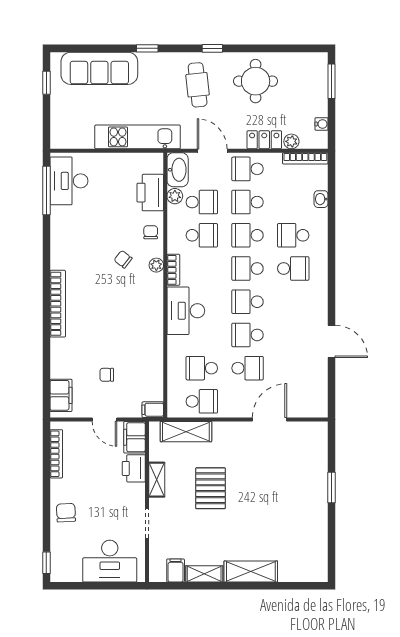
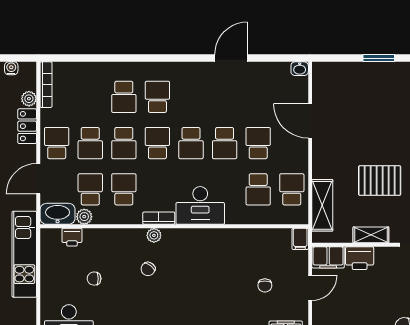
school desk: (248, 169) -> (57, 143), turned 180
printer: (150, 193) -> (72, 237), width x0.53, depth x0.68
washbasin: (321, 199) -> (300, 69), moved
chair: (151, 232) -> (94, 279), moved
school desk: (248, 269) -> (157, 143), turned 180

